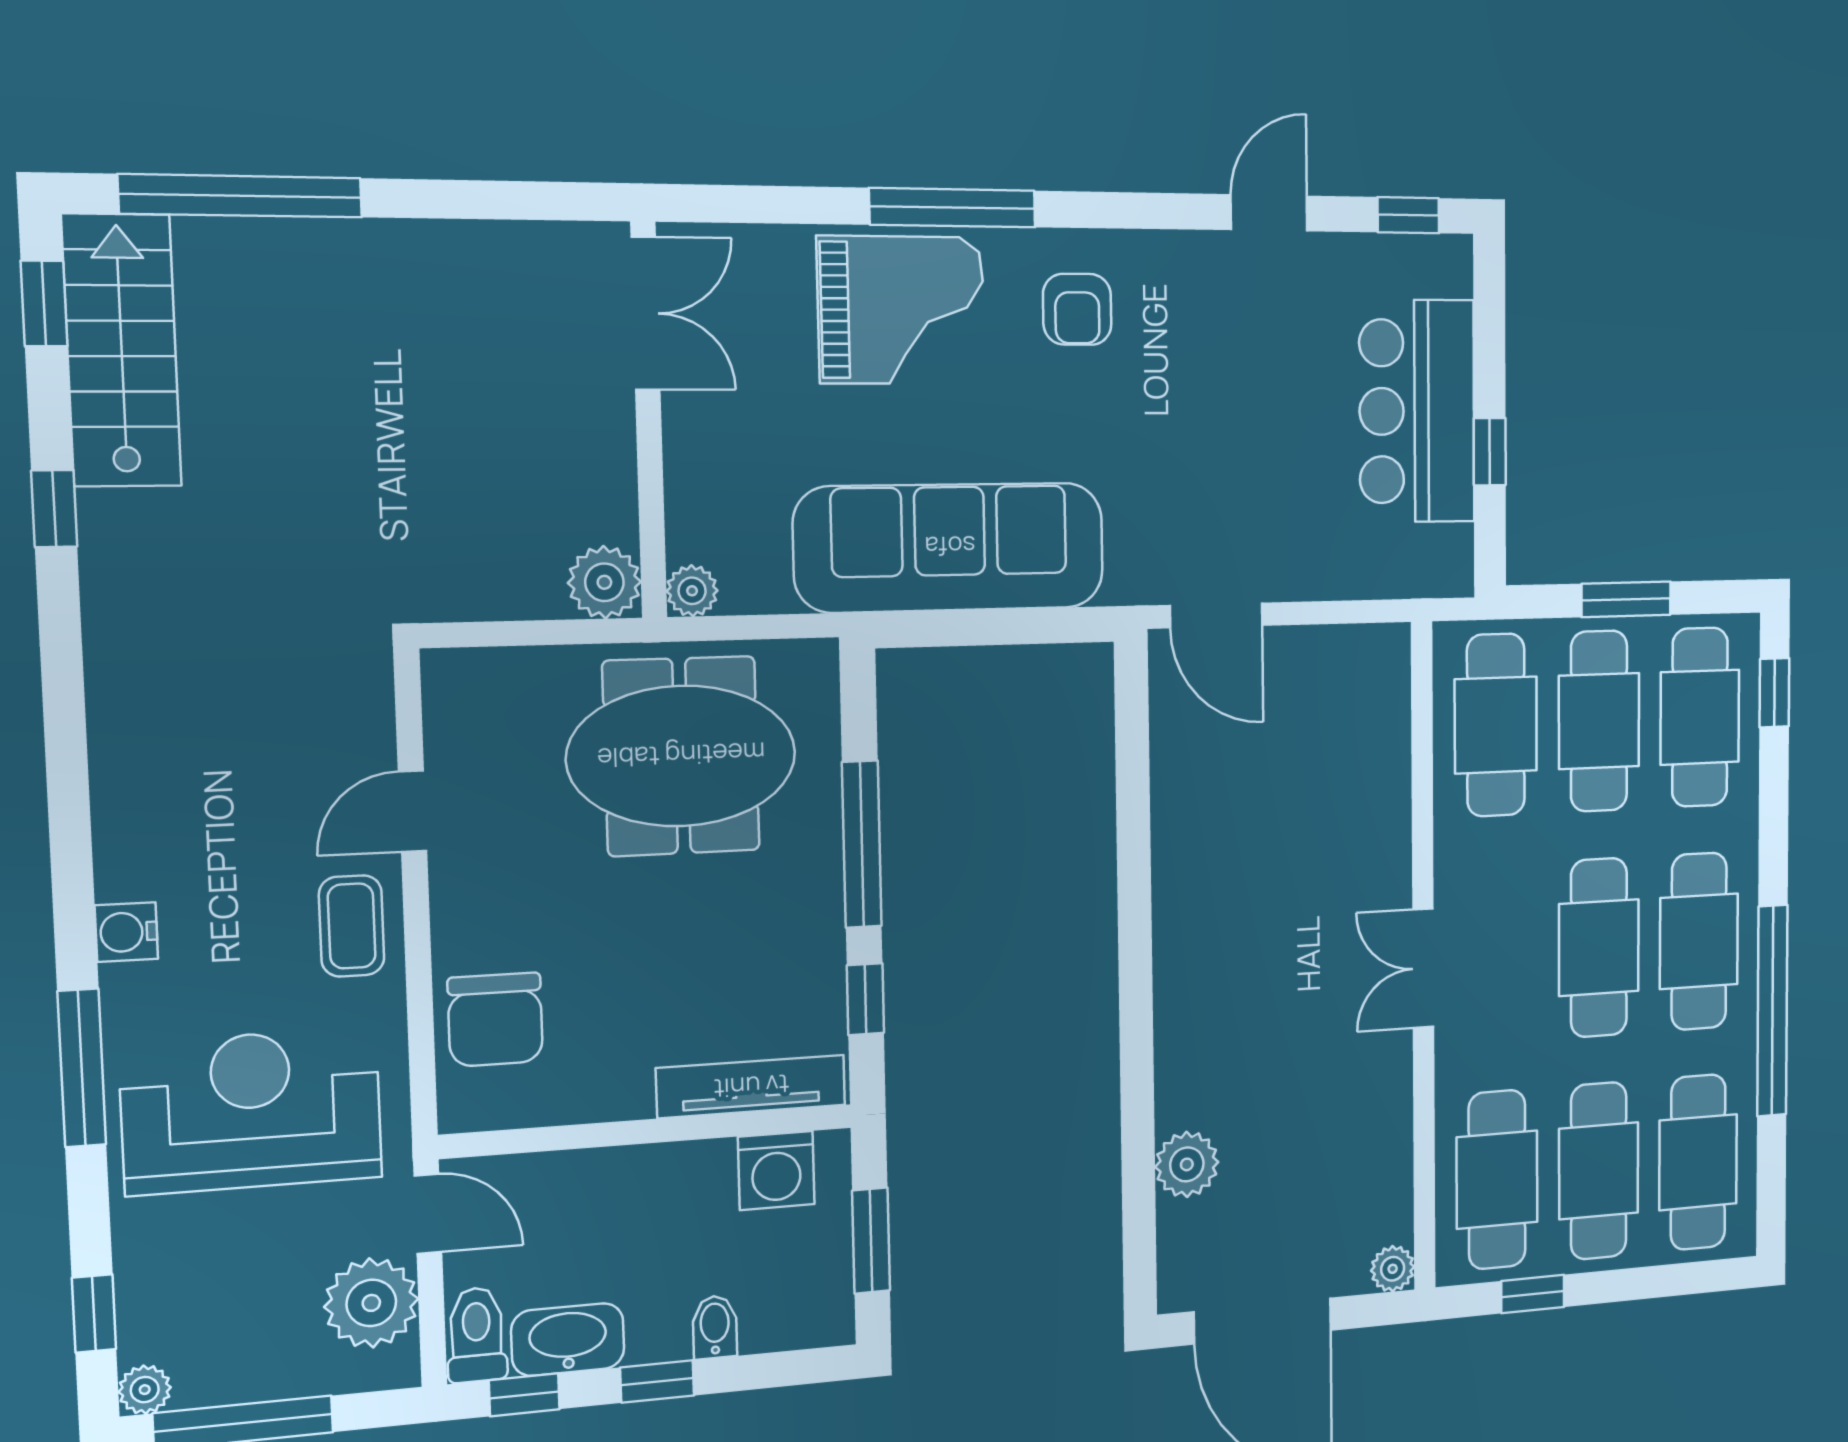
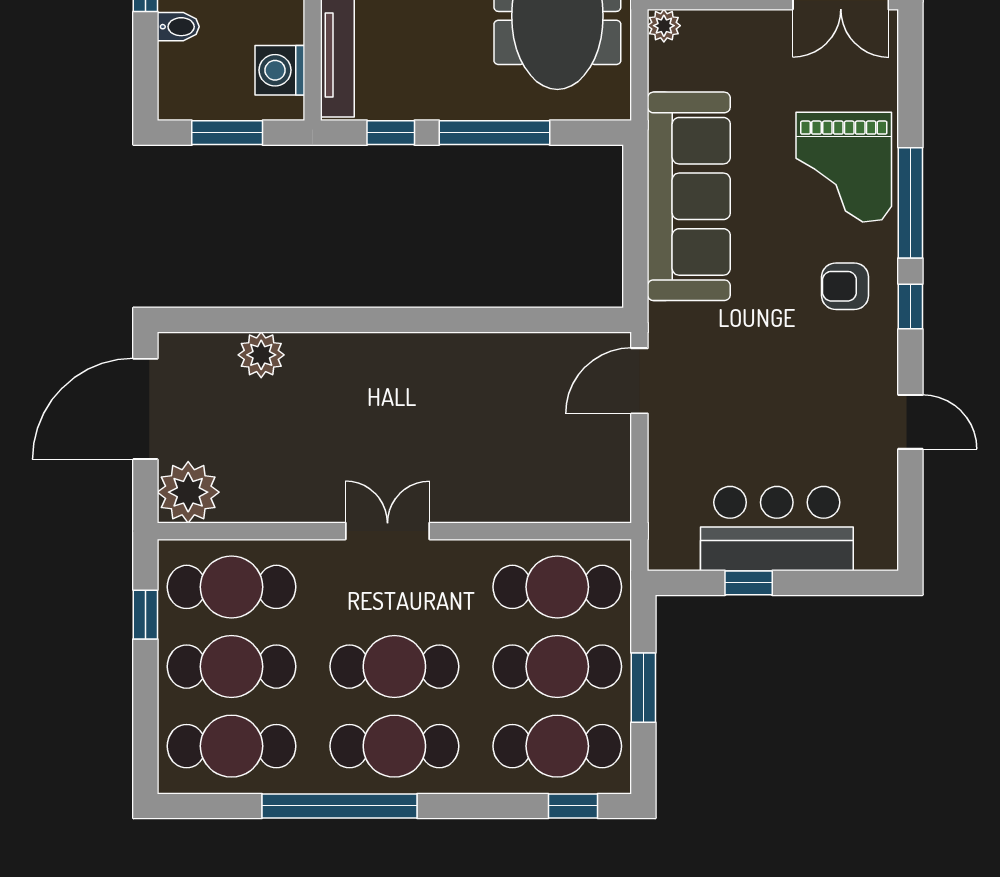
window: (1408, 215) -> (910, 307), moved
plant: (1393, 1269) -> (188, 492), width x1.87, depth x1.87

